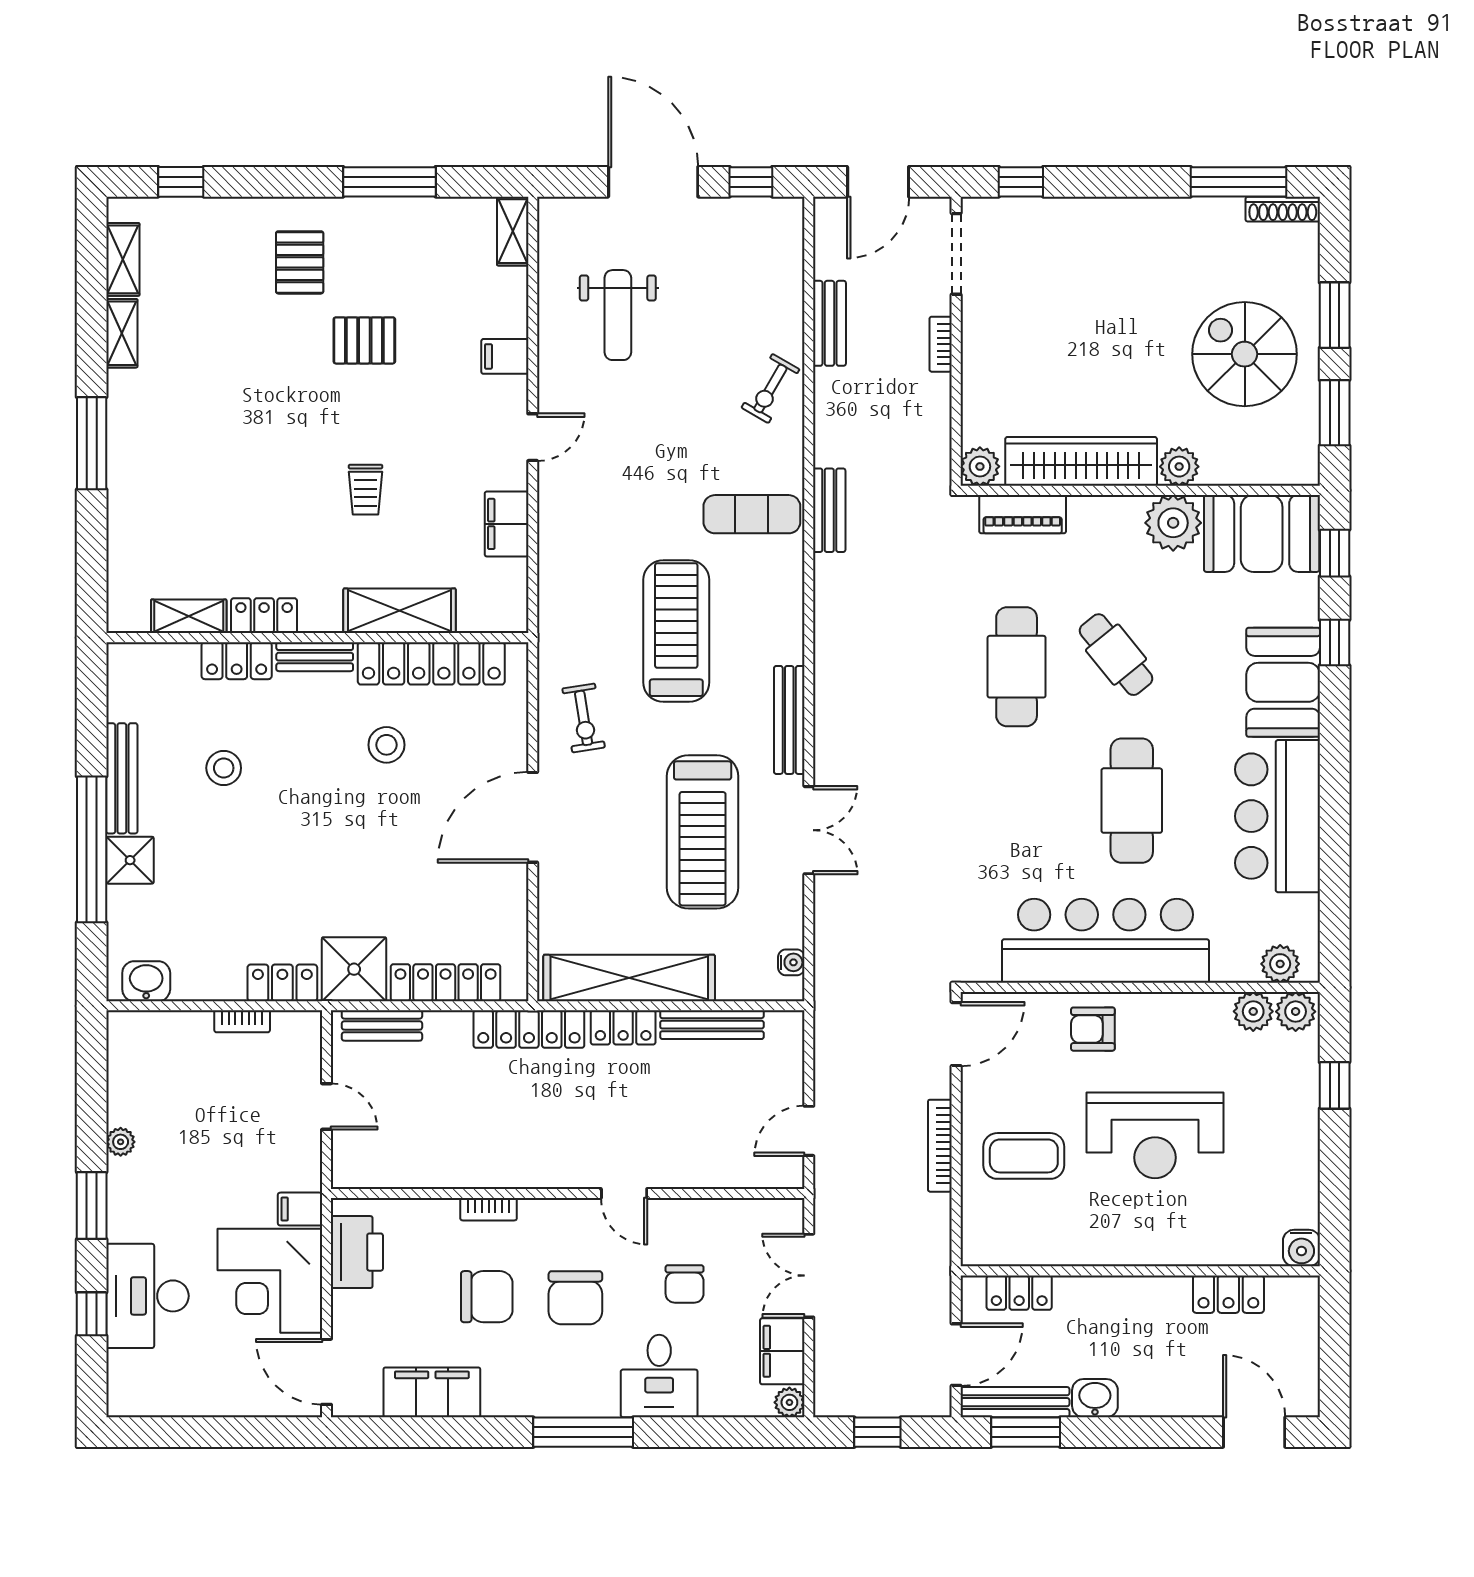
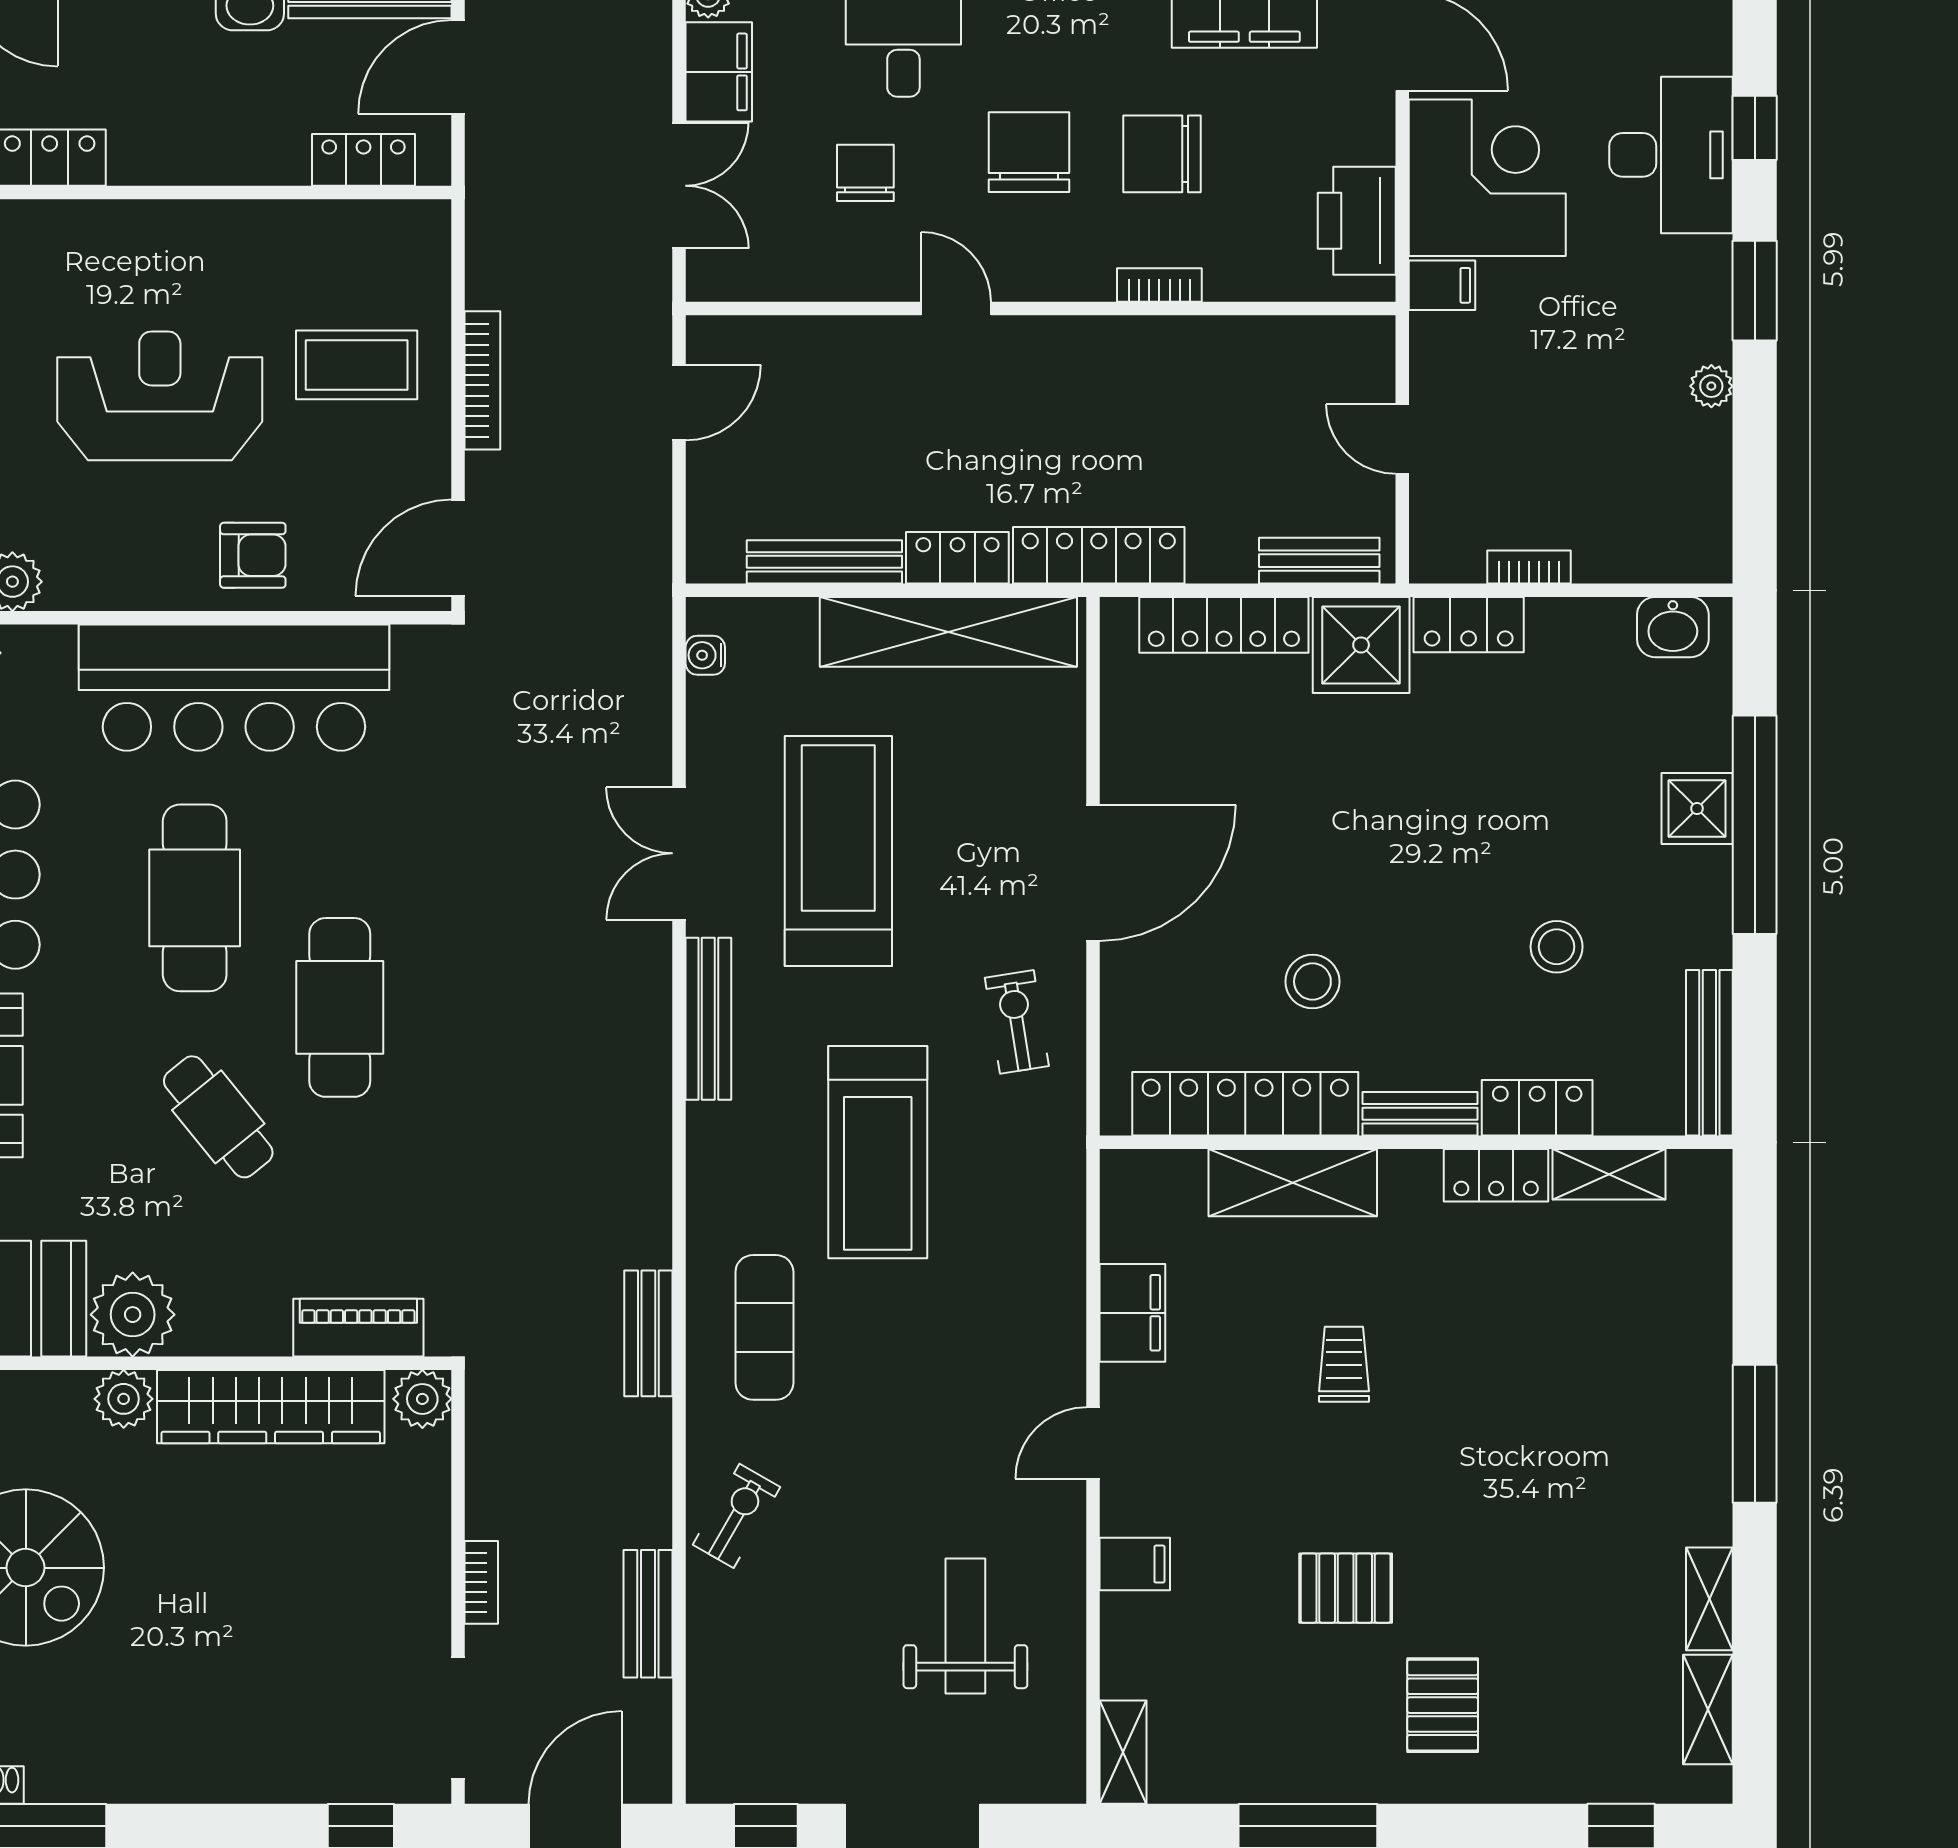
exercise mat: (752, 514) -> (764, 1327), turned 90
cafe table: (1017, 667) -> (340, 1007), moved
bench: (122, 778) -> (1709, 1053), moved

